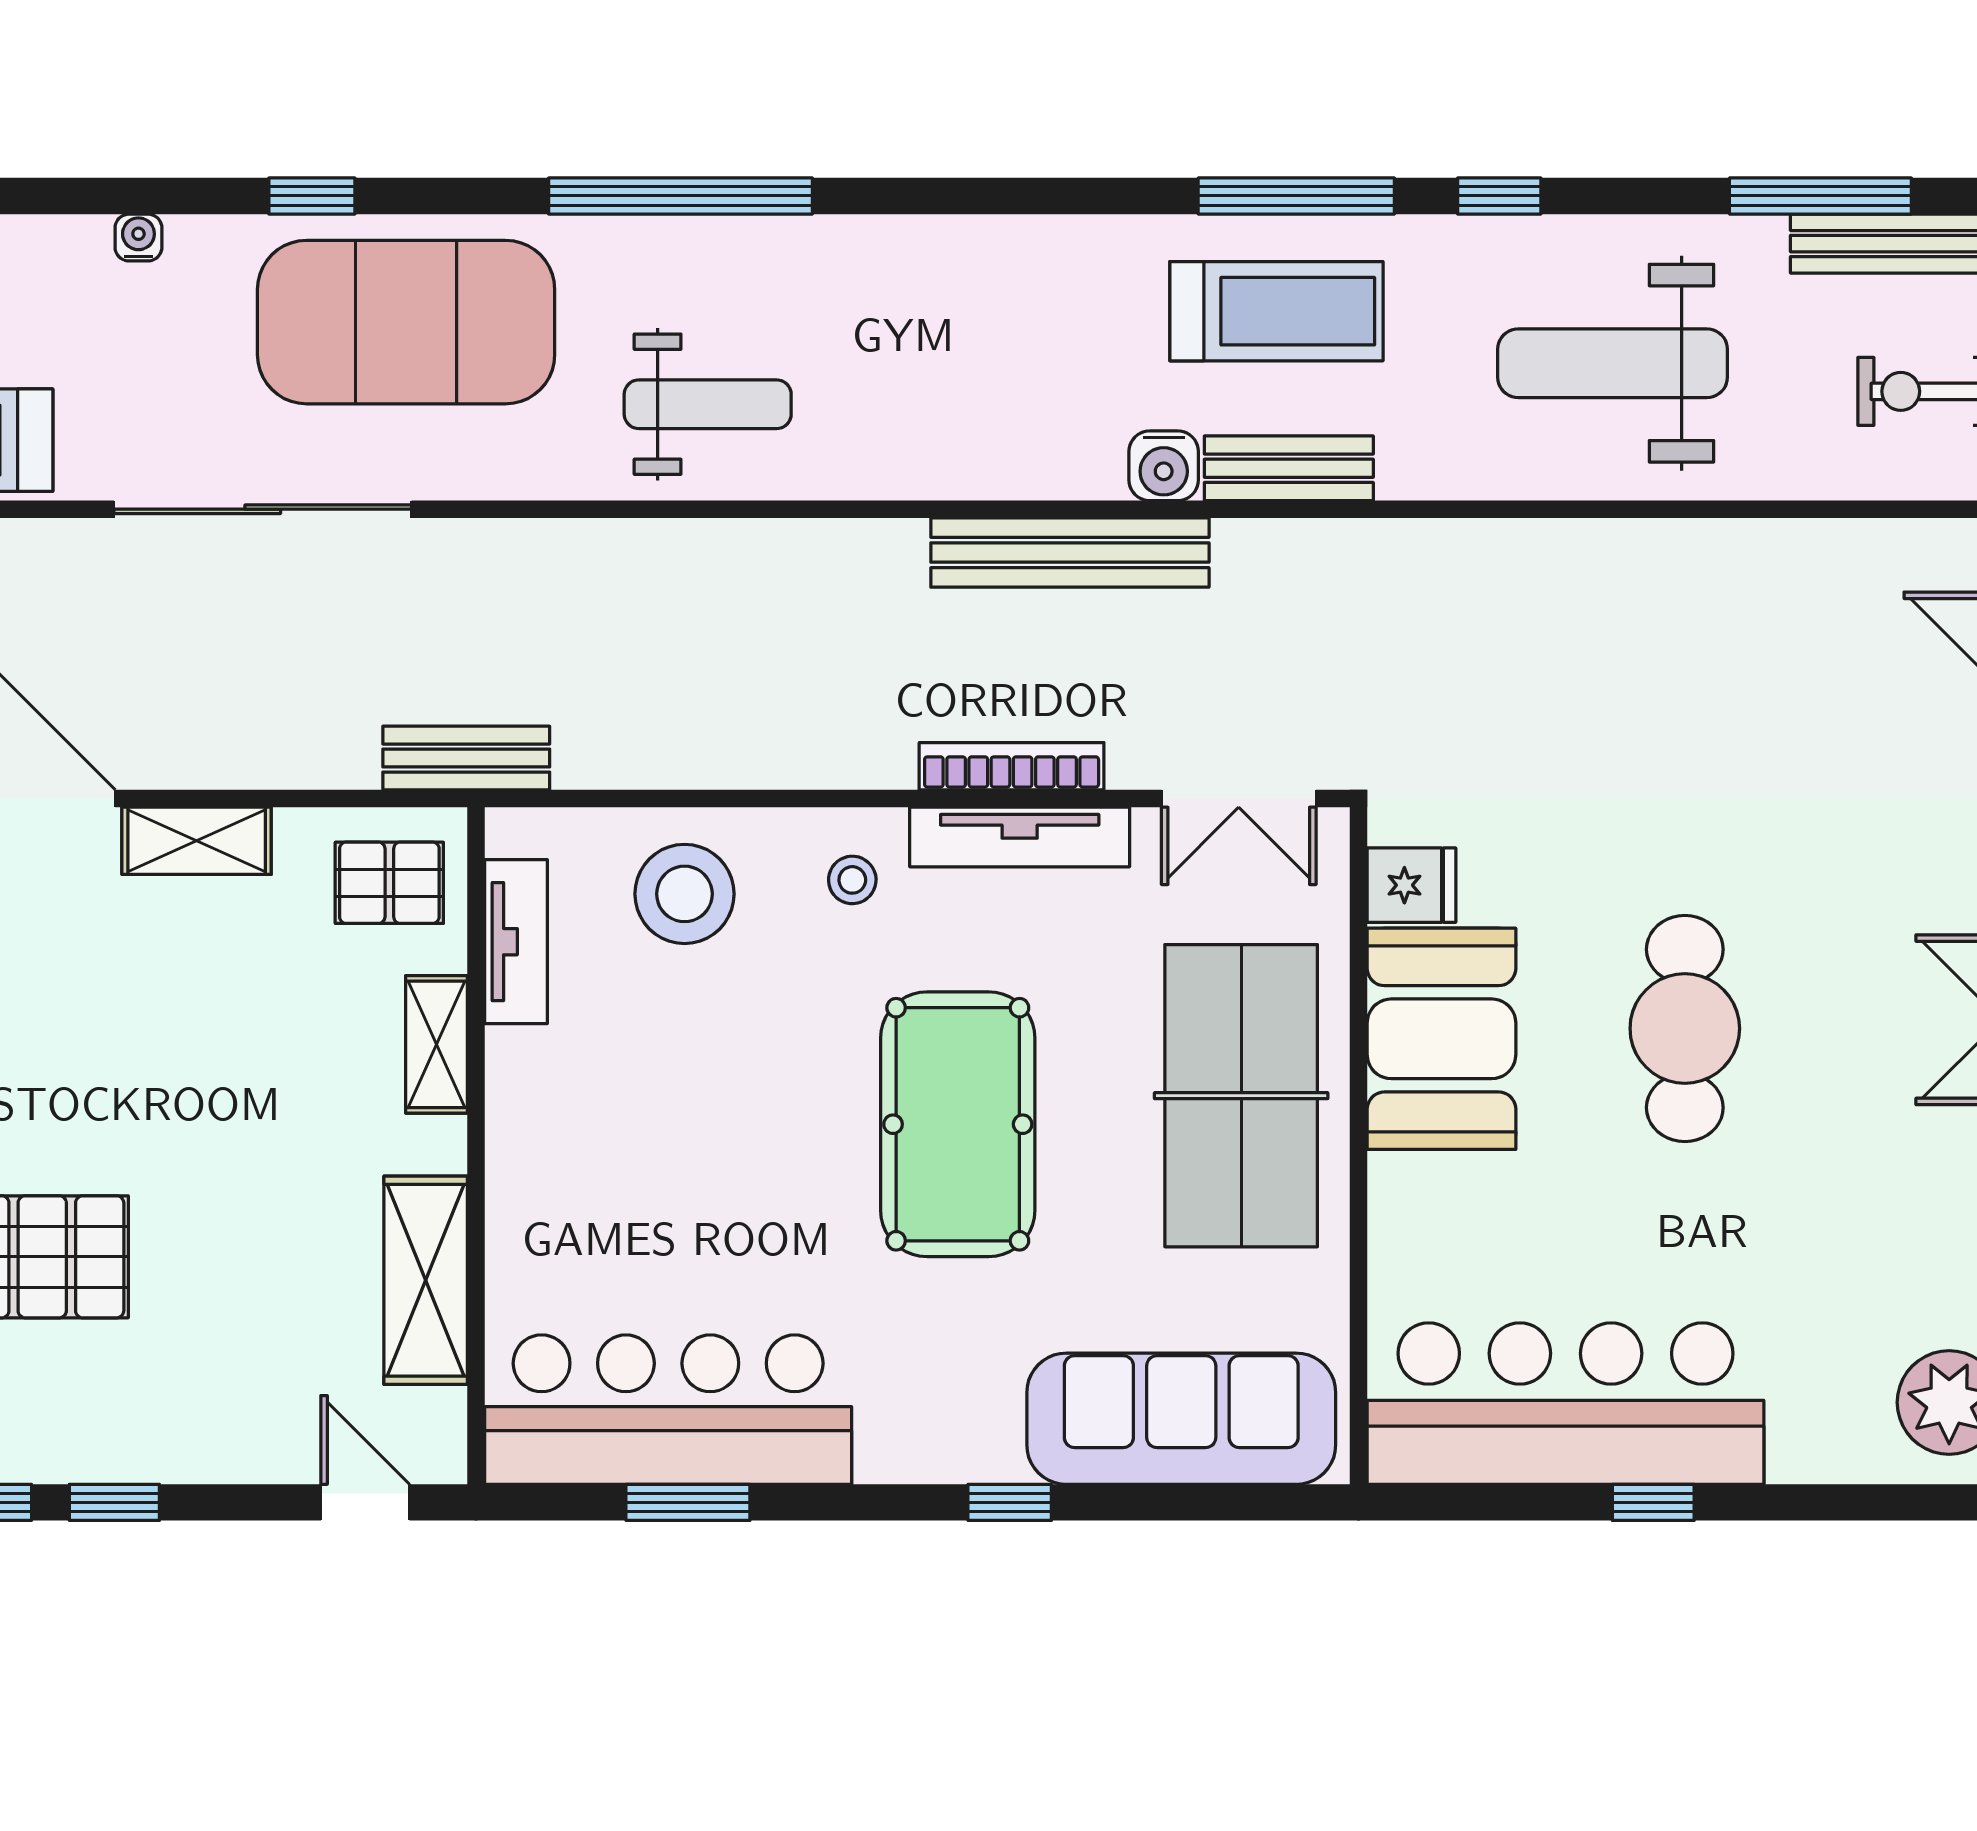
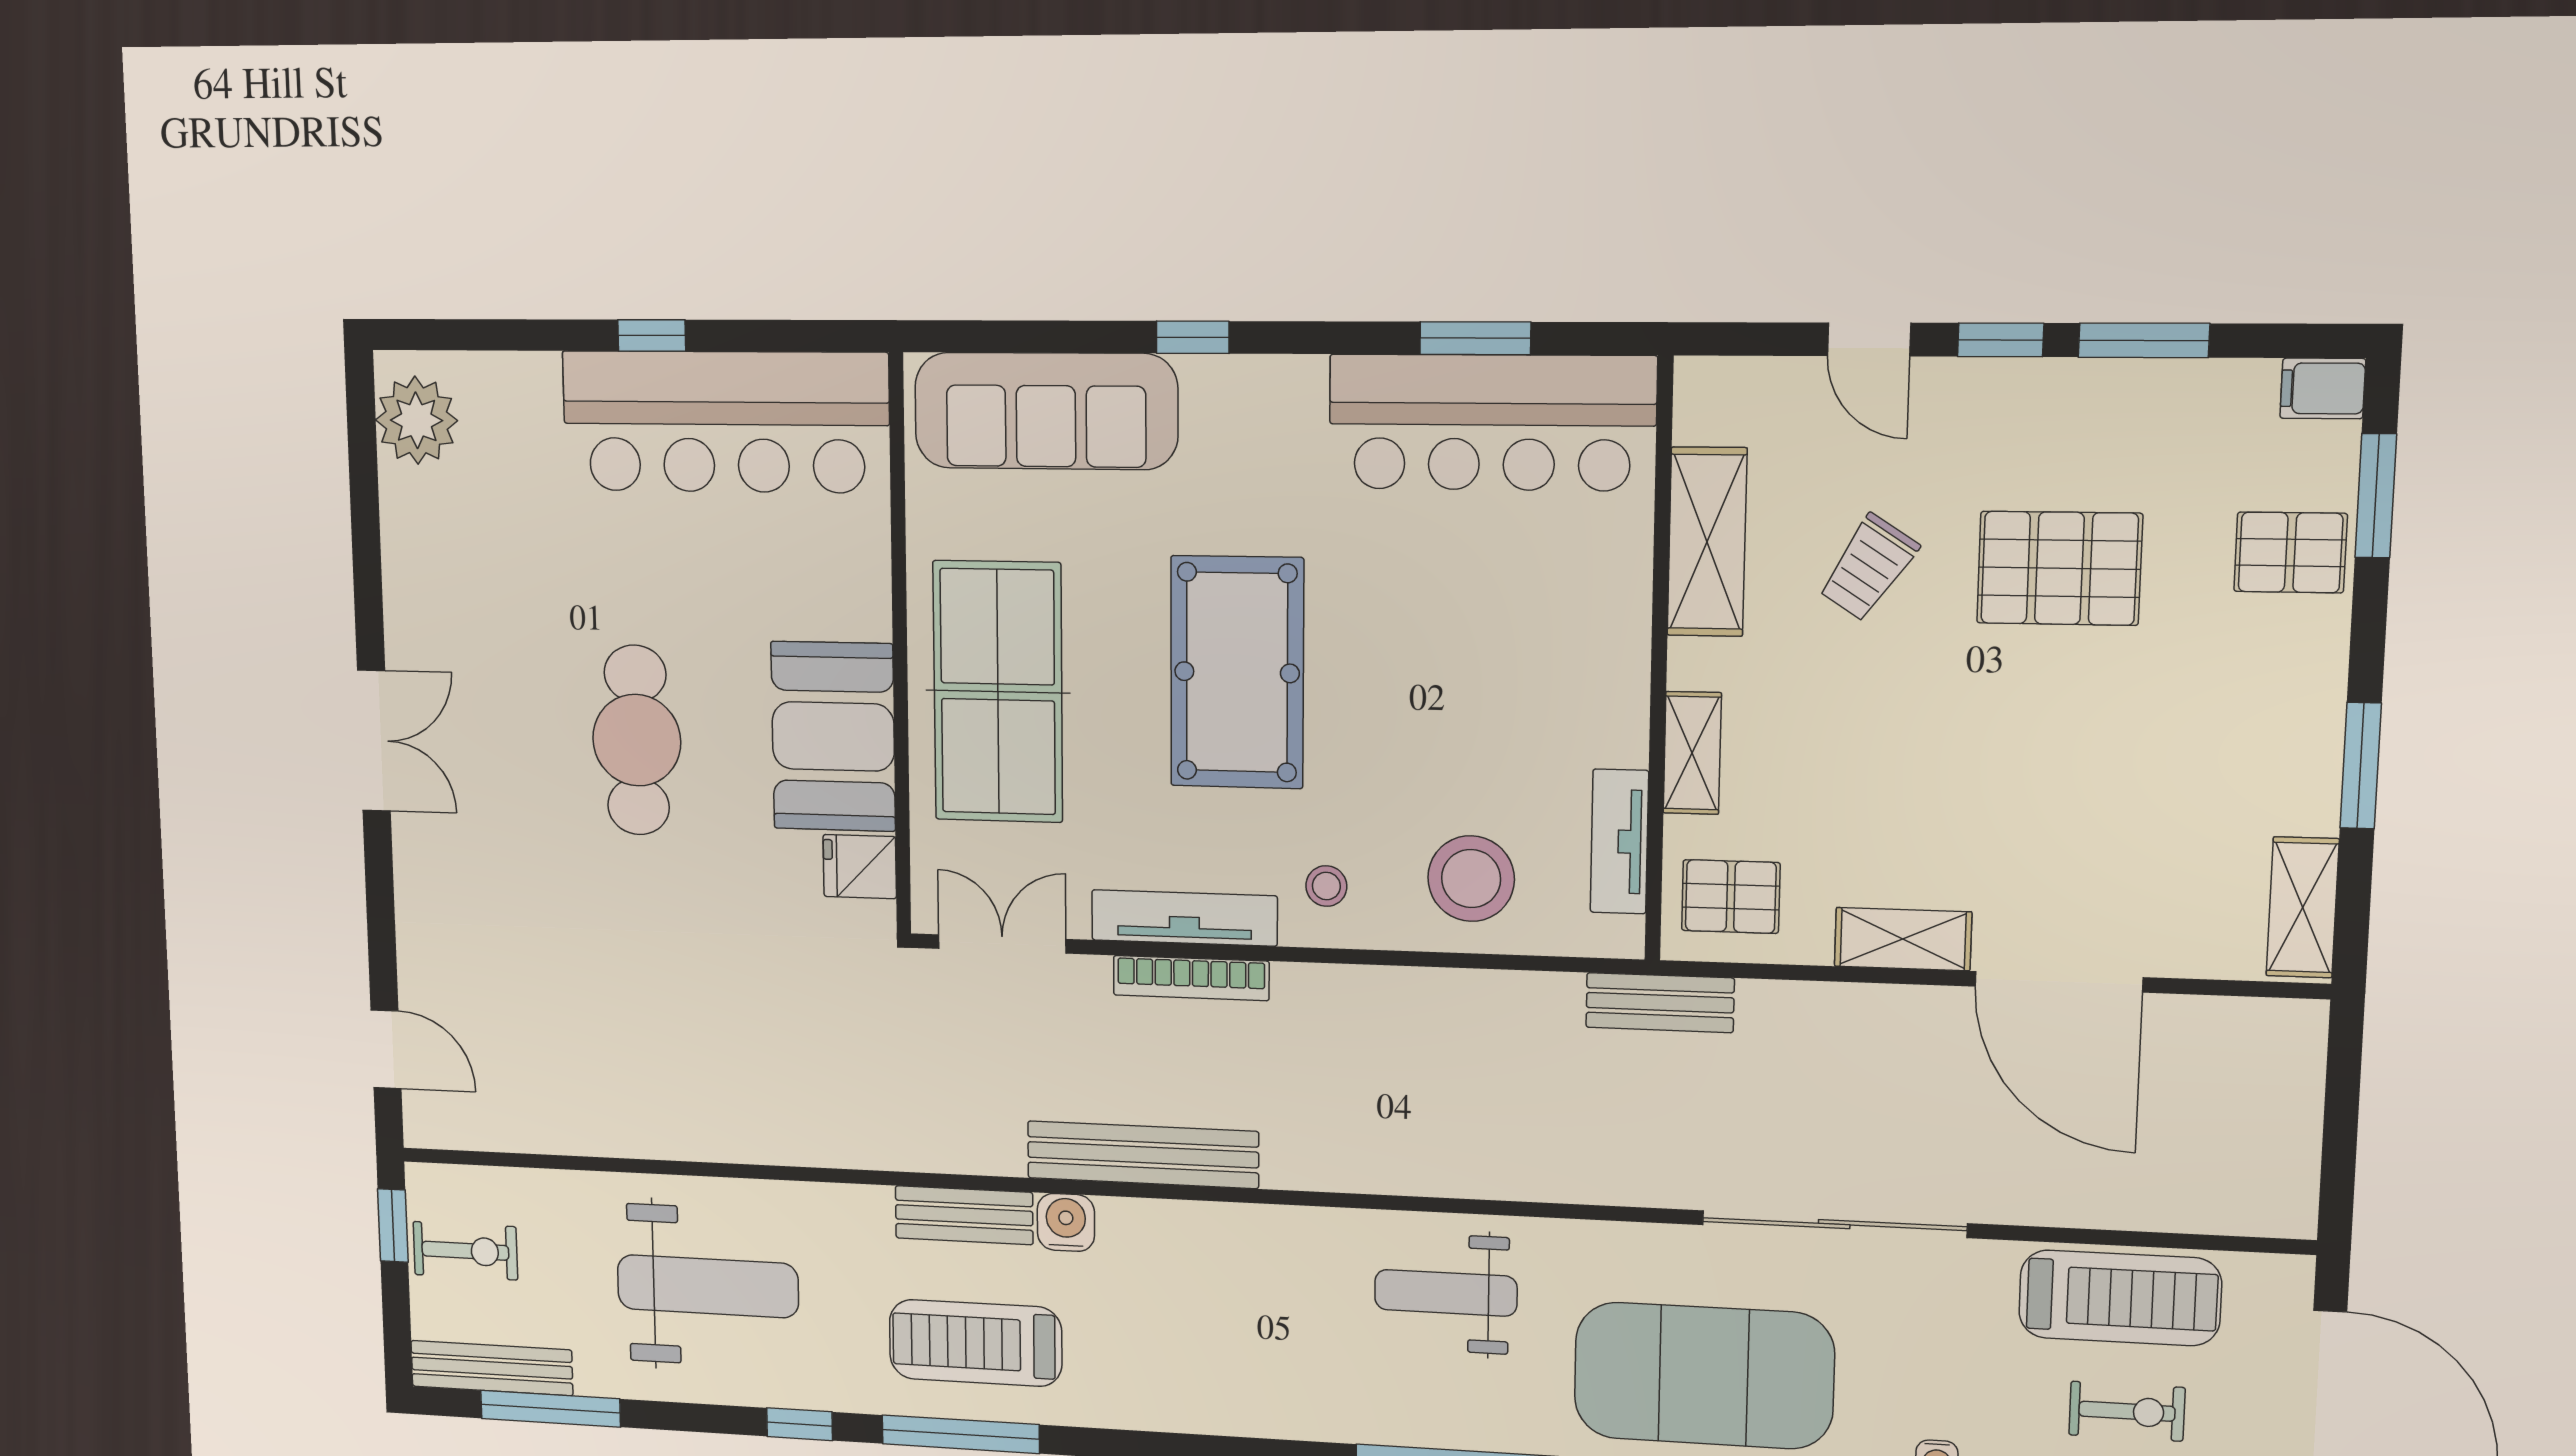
trolley: (248, 1254) -> (1868, 568), added
door: (365, 1502) -> (1869, 339), moved

